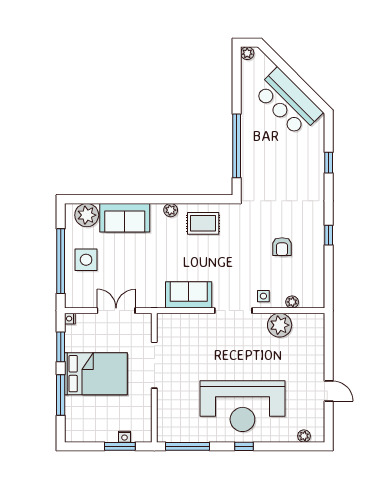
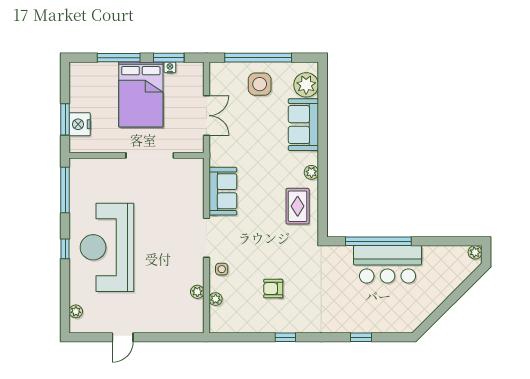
bar counter: (288, 102) -> (387, 264), moved, turned -135
nightstand: (70, 319) -> (170, 67), moved
plant: (280, 325) -> (197, 292), width x0.53, depth x0.53
nightstand: (124, 437) -> (80, 124), width x1.89, depth x1.79

